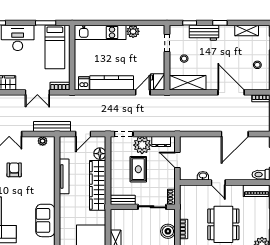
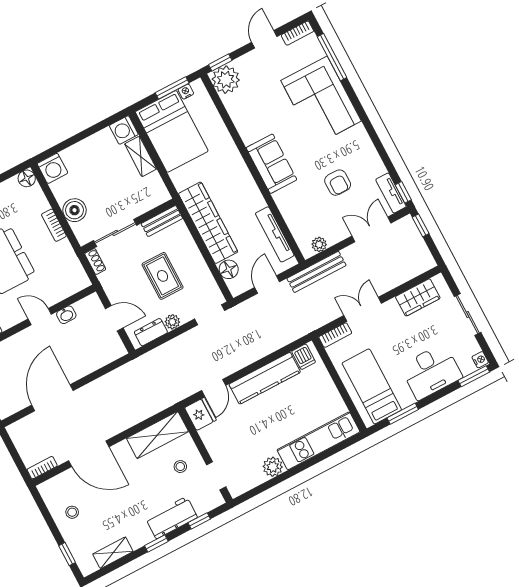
plant: (142, 145) -> (172, 322), width x0.53, depth x0.53
tv unit: (64, 176) -> (275, 234), moved
sofa: (45, 220) -> (271, 164), moved

